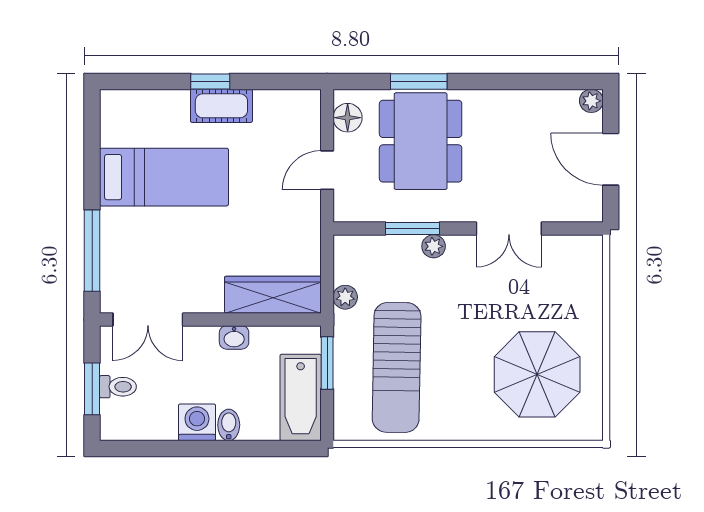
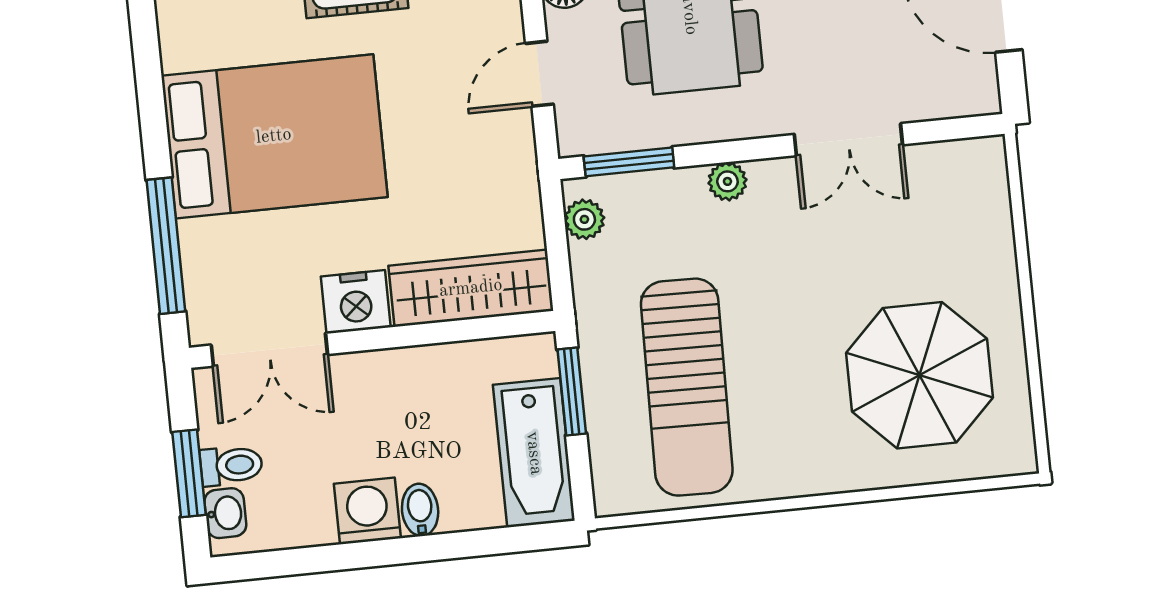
bed: (164, 177) -> (274, 136), width x1.50
window: (412, 229) -> (629, 162), moved
nightstand: (203, 296) -> (356, 302), added
plant: (345, 297) -> (584, 219), moved
washbasin: (234, 337) -> (225, 513), moved, turned -90

